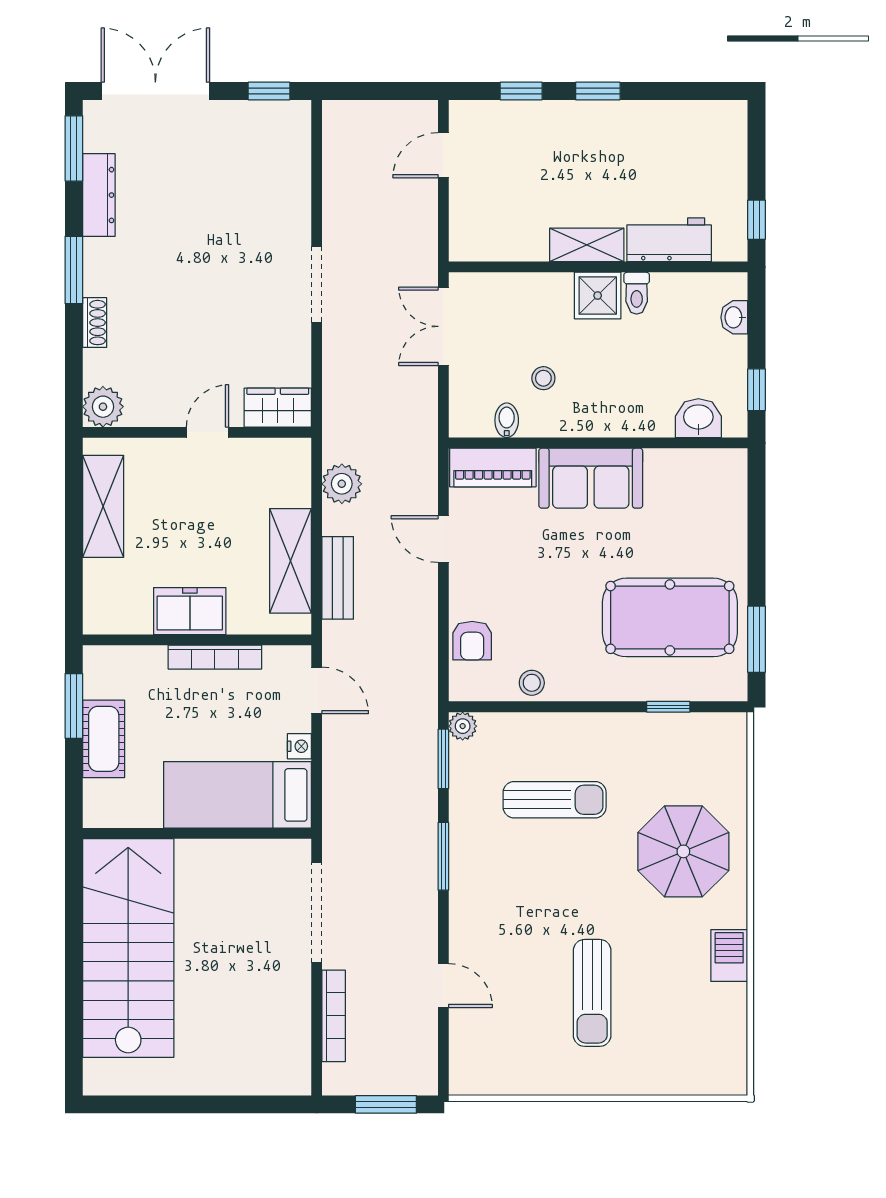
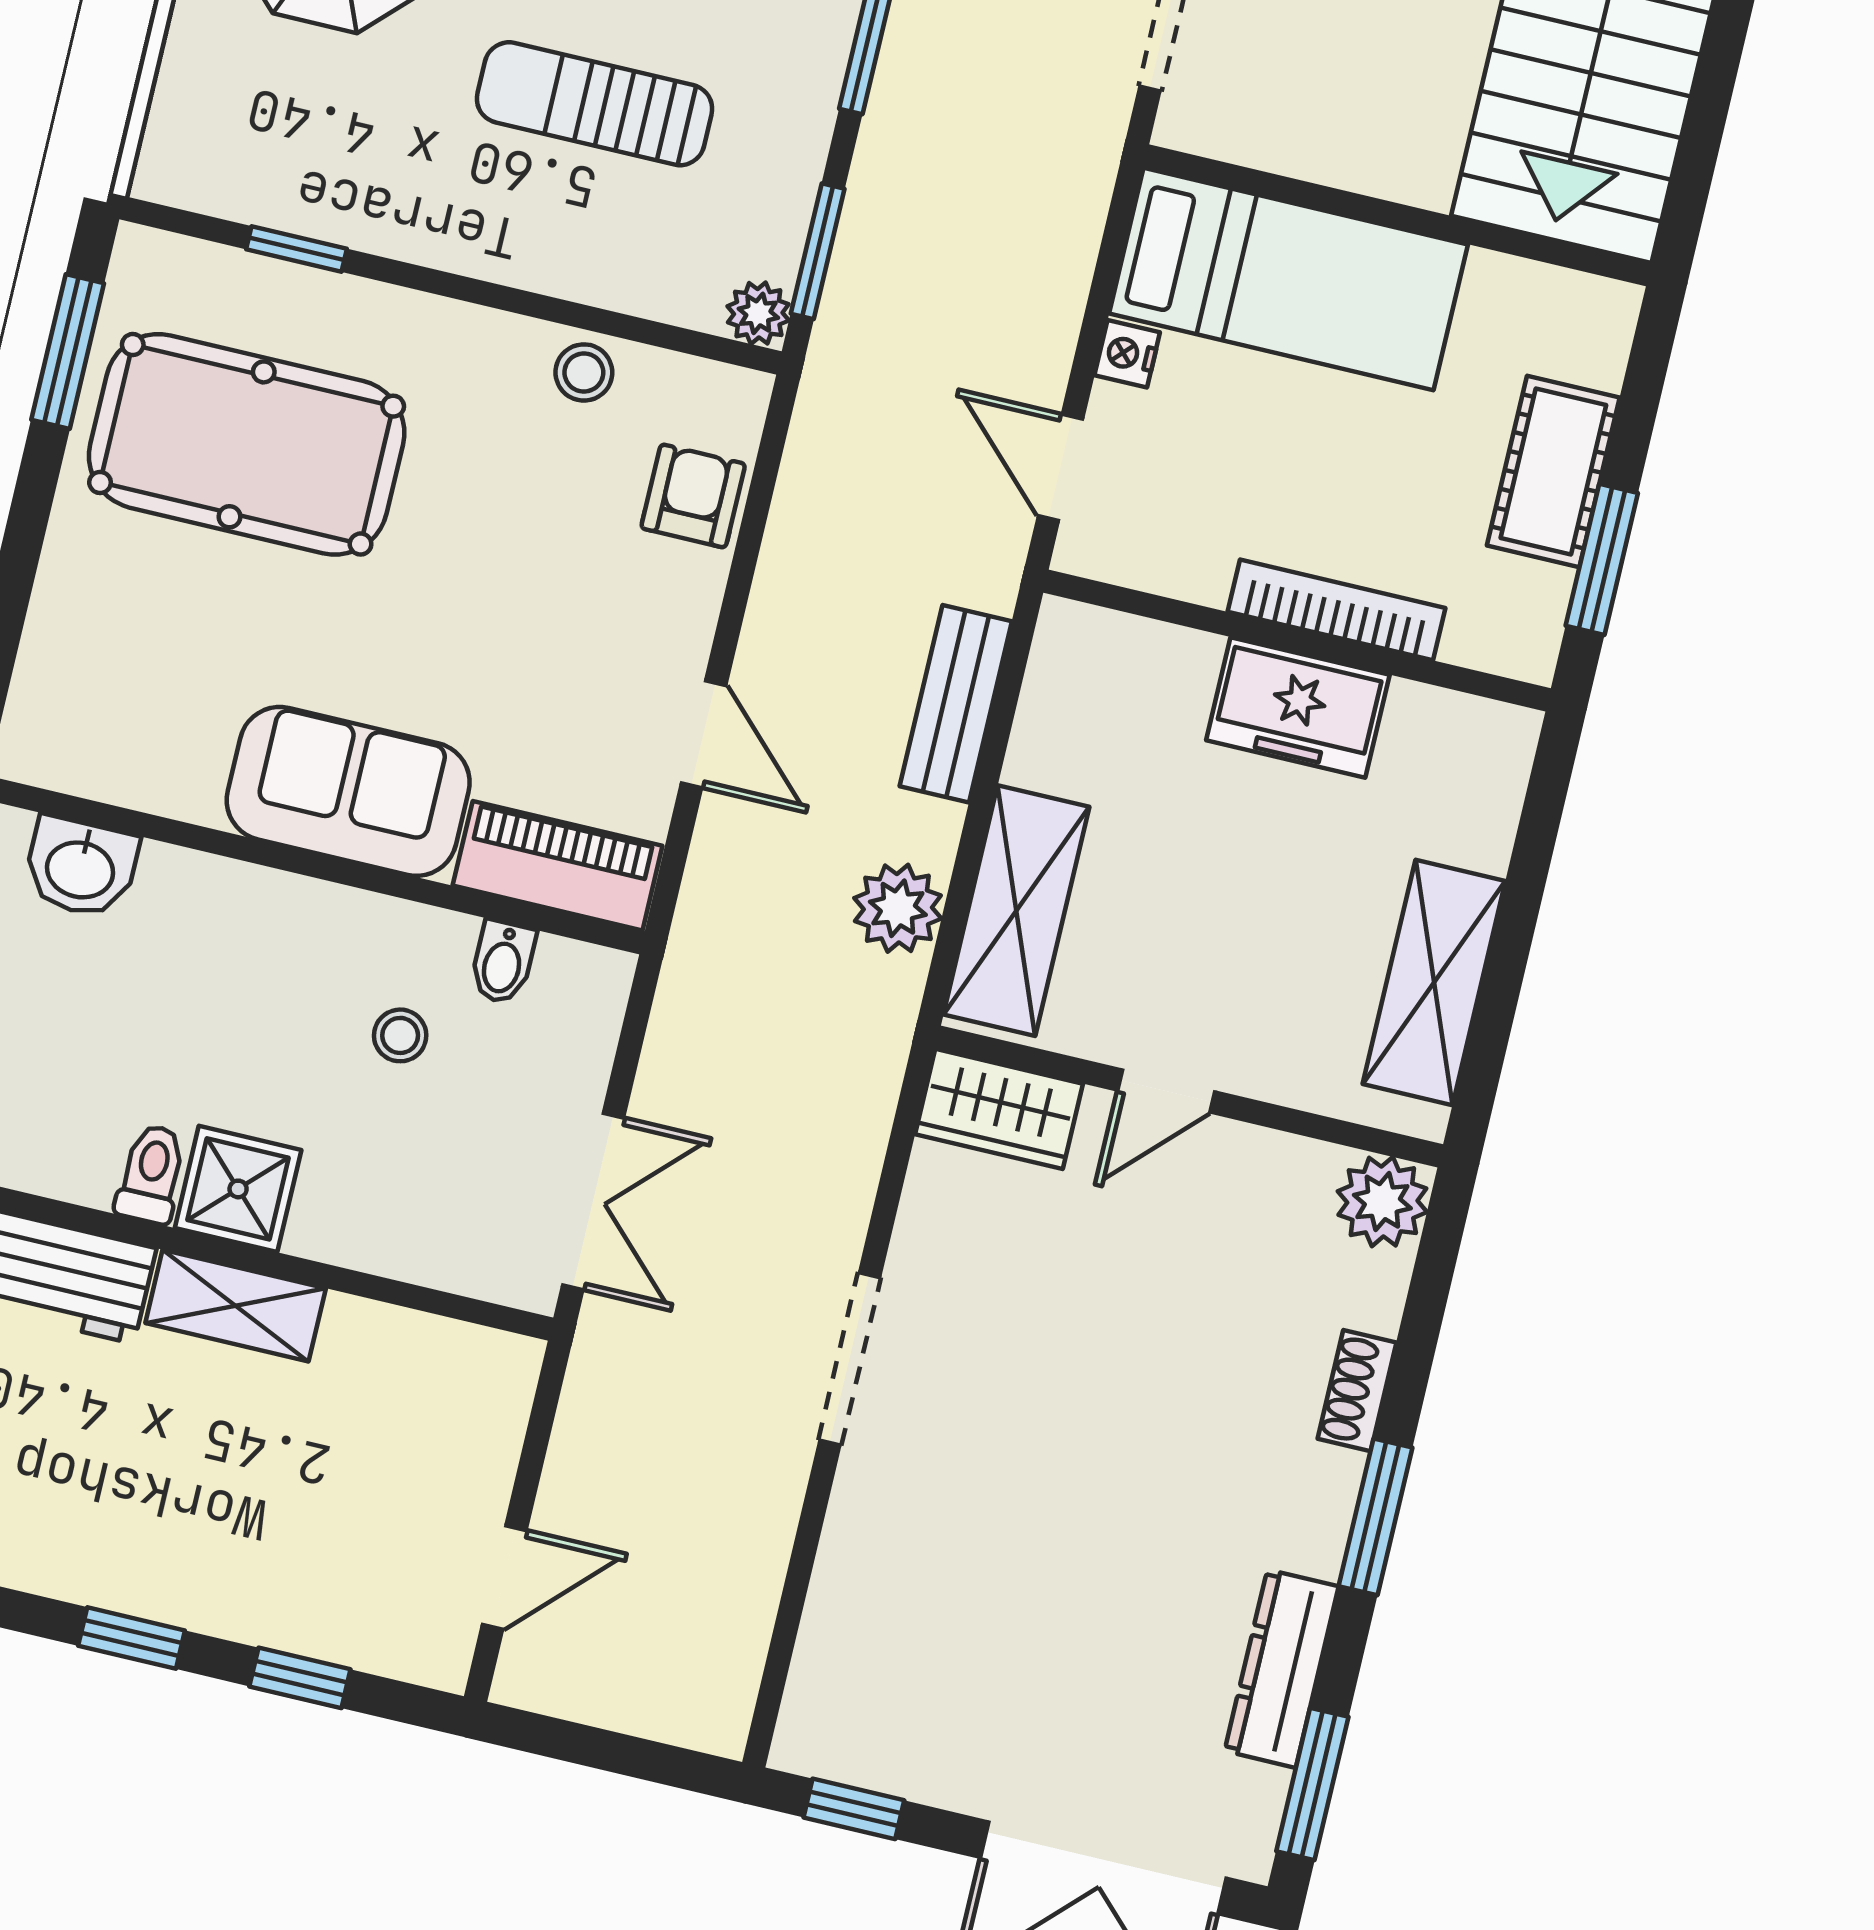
shelving: (290, 561) -> (1016, 911), moved
bookcase: (215, 657) -> (1337, 610), moved

